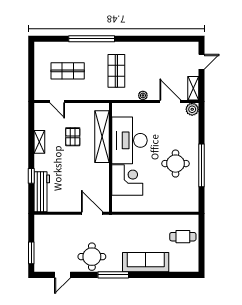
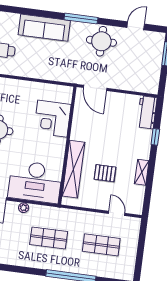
shop shelf: (116, 71) -> (49, 238), turned 90
pallet: (73, 137) -> (105, 173), turned 90
desk: (129, 140) -> (35, 182), moved, turned 90
workbench: (42, 192) -> (147, 112), width x0.73

